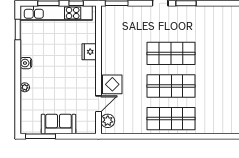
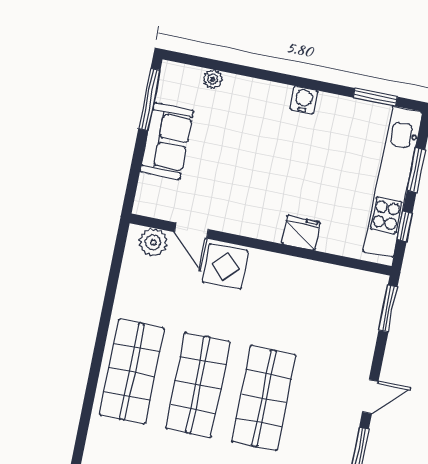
plant: (25, 87) -> (213, 79), moved

